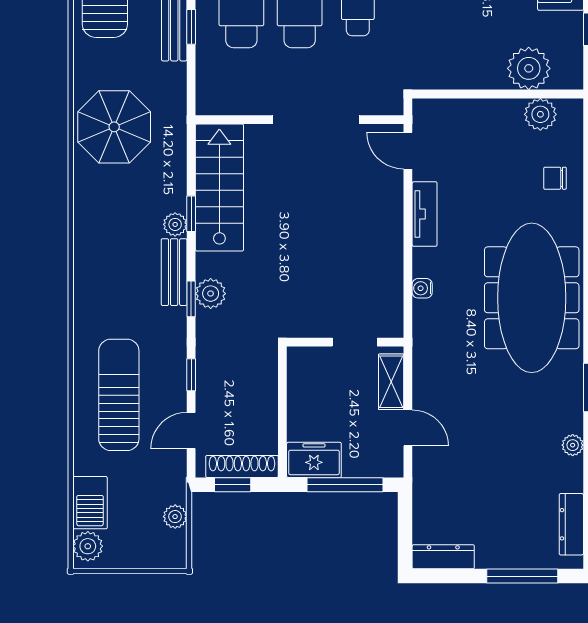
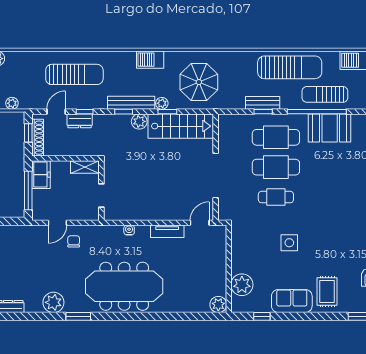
plant: (540, 114) -> (218, 305), moved
parasol: (114, 127) -> (199, 82), moved
chair: (555, 178) -> (74, 241), moved
bench: (174, 272) -> (131, 103), width x1.36
plant: (211, 294) -> (139, 121), moved
shelving: (391, 382) -> (85, 167), moved
dresser: (209, 385) -> (80, 121), added
door: (191, 430) -> (56, 112), hinge flipped
plant: (573, 445) -> (53, 302), width x1.87, depth x1.87
barbecue: (90, 503) -> (150, 60), moved

